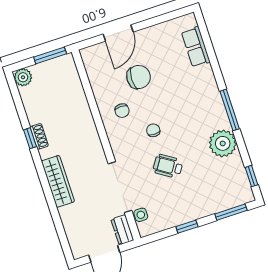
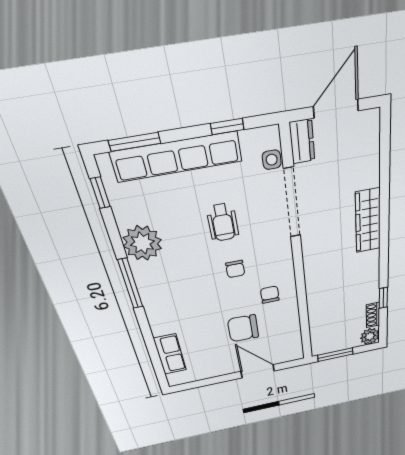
door: (118, 33) -> (258, 371), hinge flipped
shoe rack: (39, 136) -> (373, 315), moved
window: (30, 138) -> (383, 298), moved
wheelchair: (168, 166) -> (223, 222), turned 57
row of seats: (204, 207) -> (177, 157), added
window: (187, 227) -> (227, 127), moved

